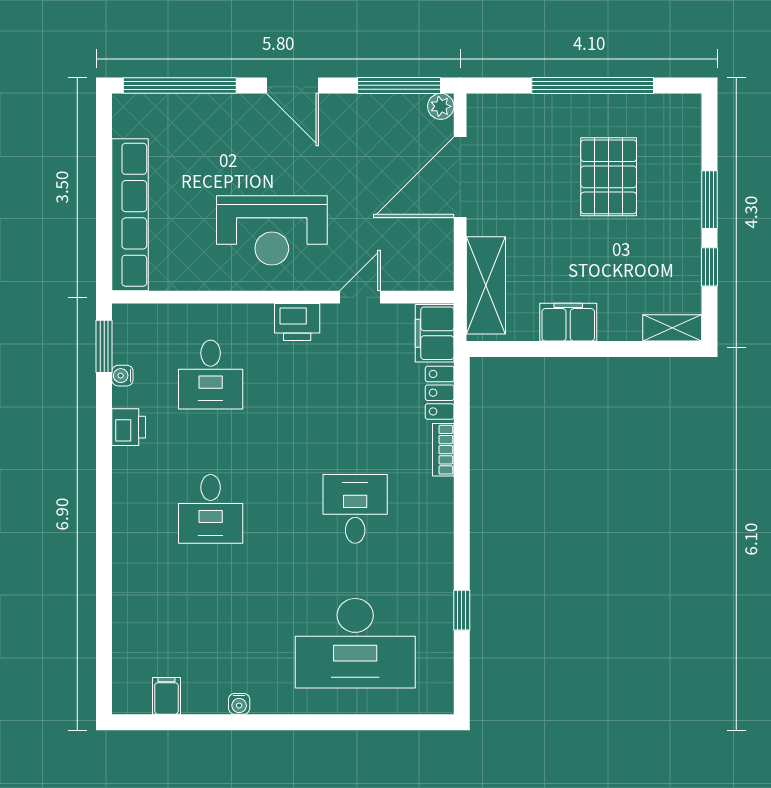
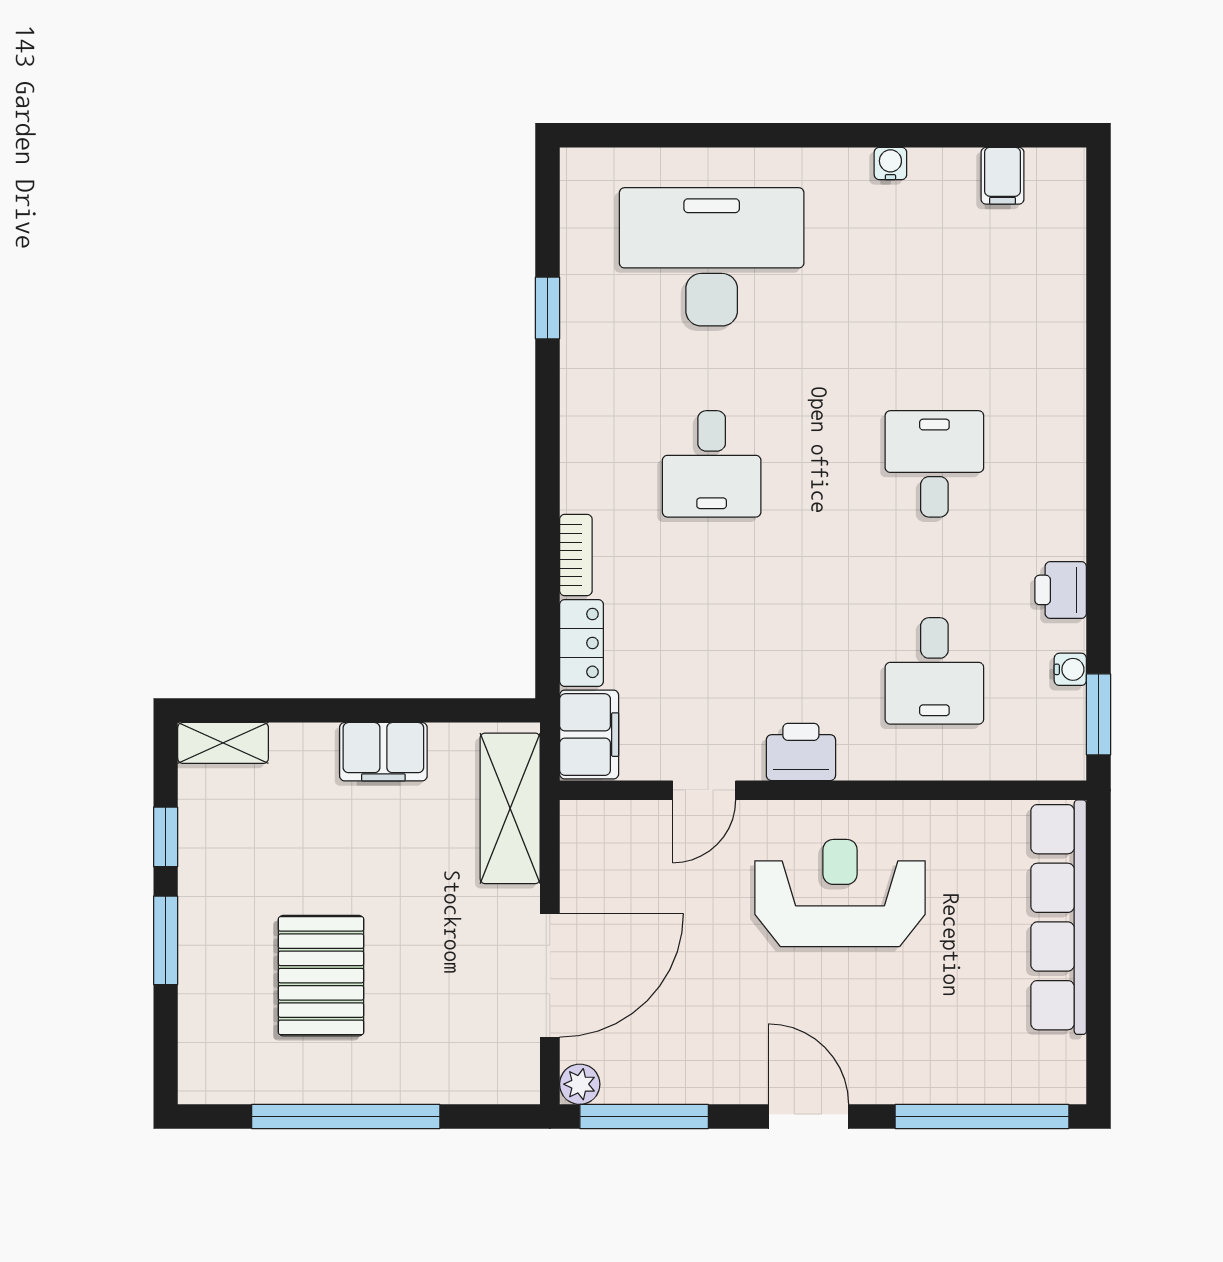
desk: (211, 375) -> (934, 671), turned 180

